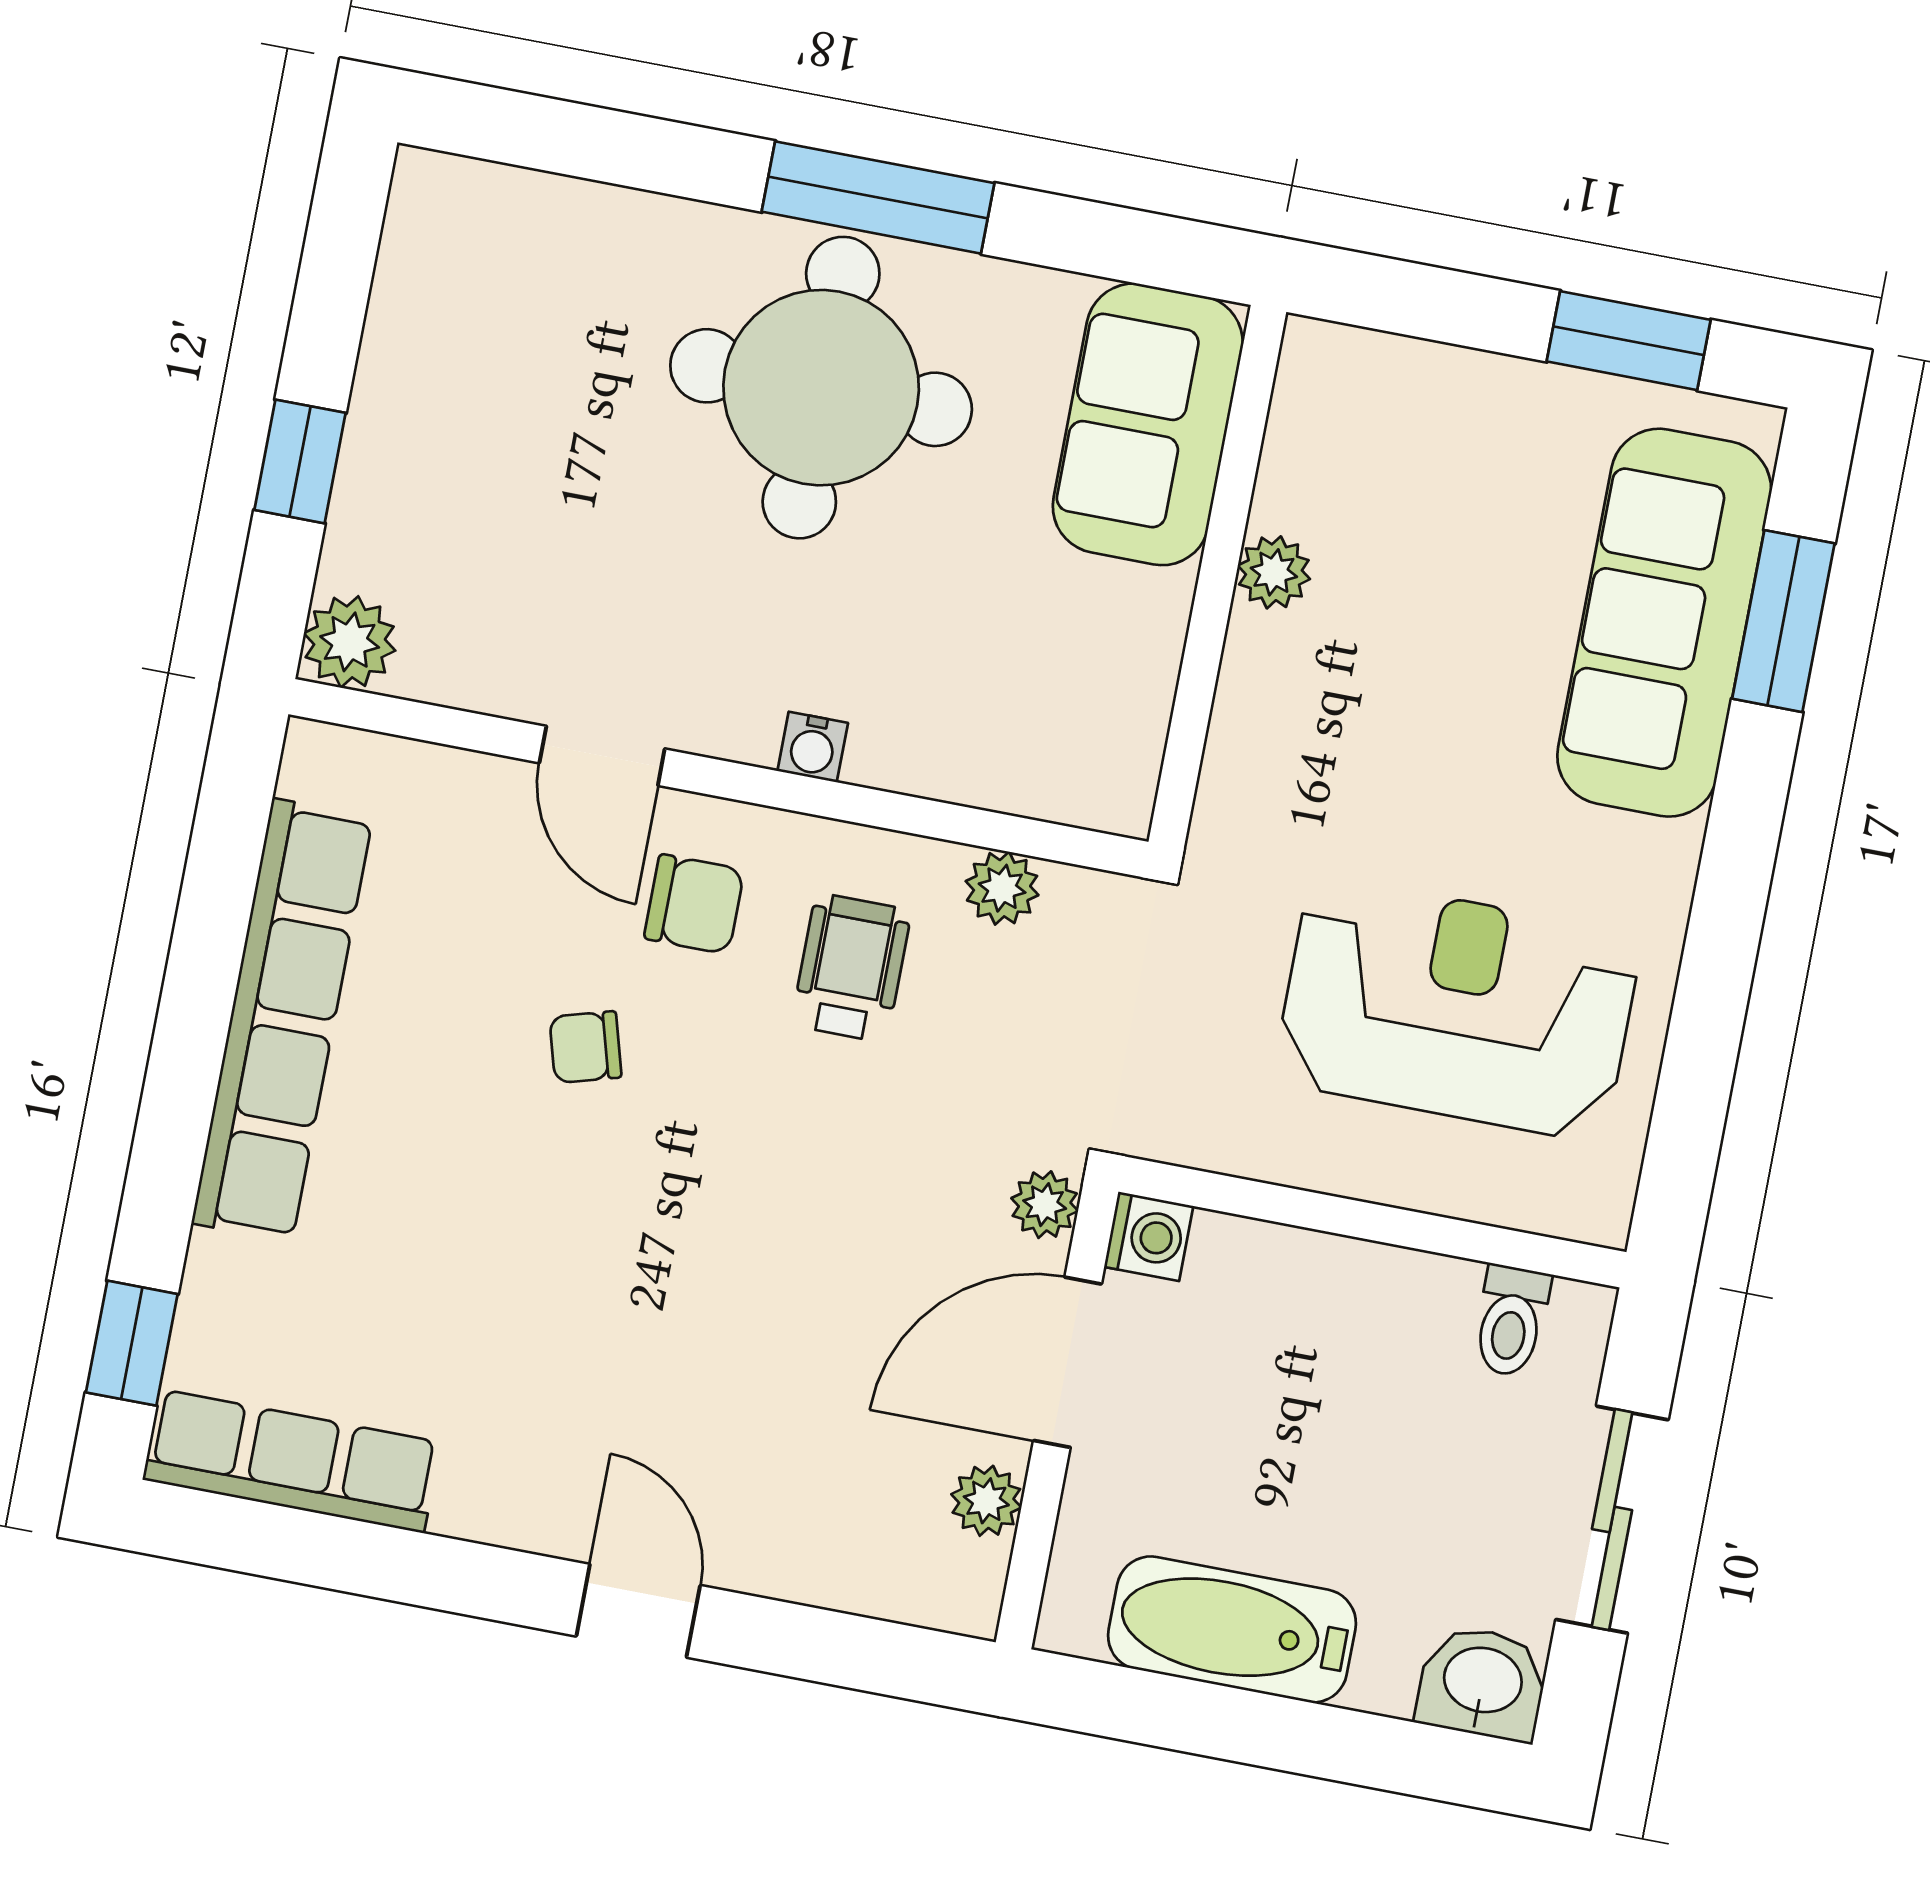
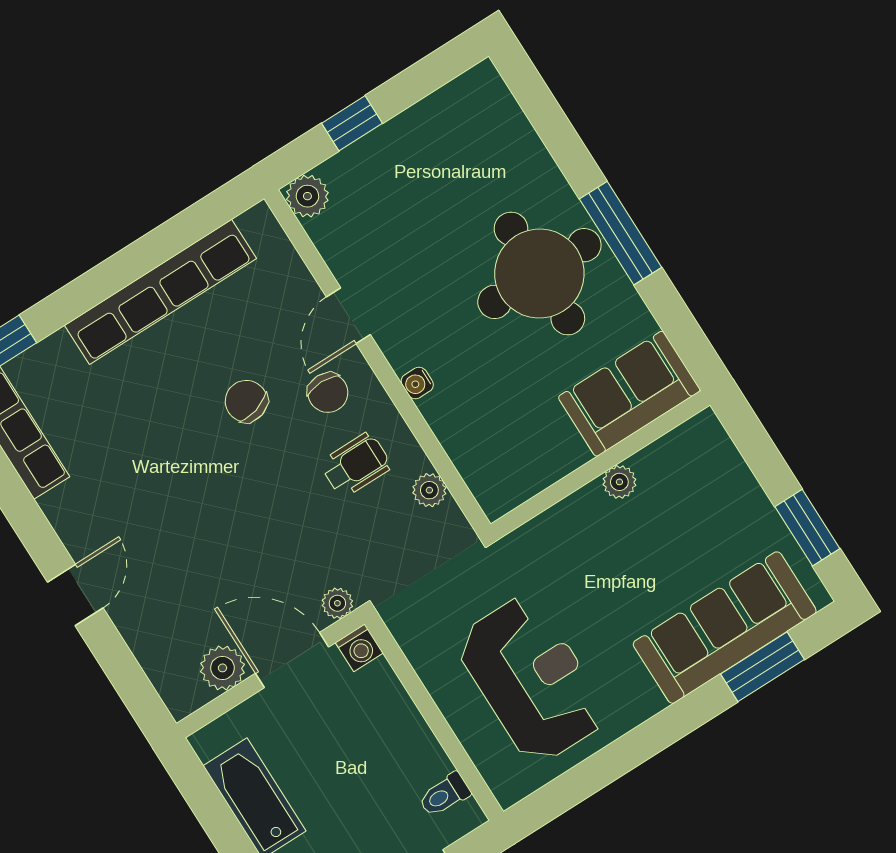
chair: (585, 1047) -> (246, 401), width x1.37, depth x1.37
plant: (986, 1501) -> (222, 668), width x1.38, depth x1.38

